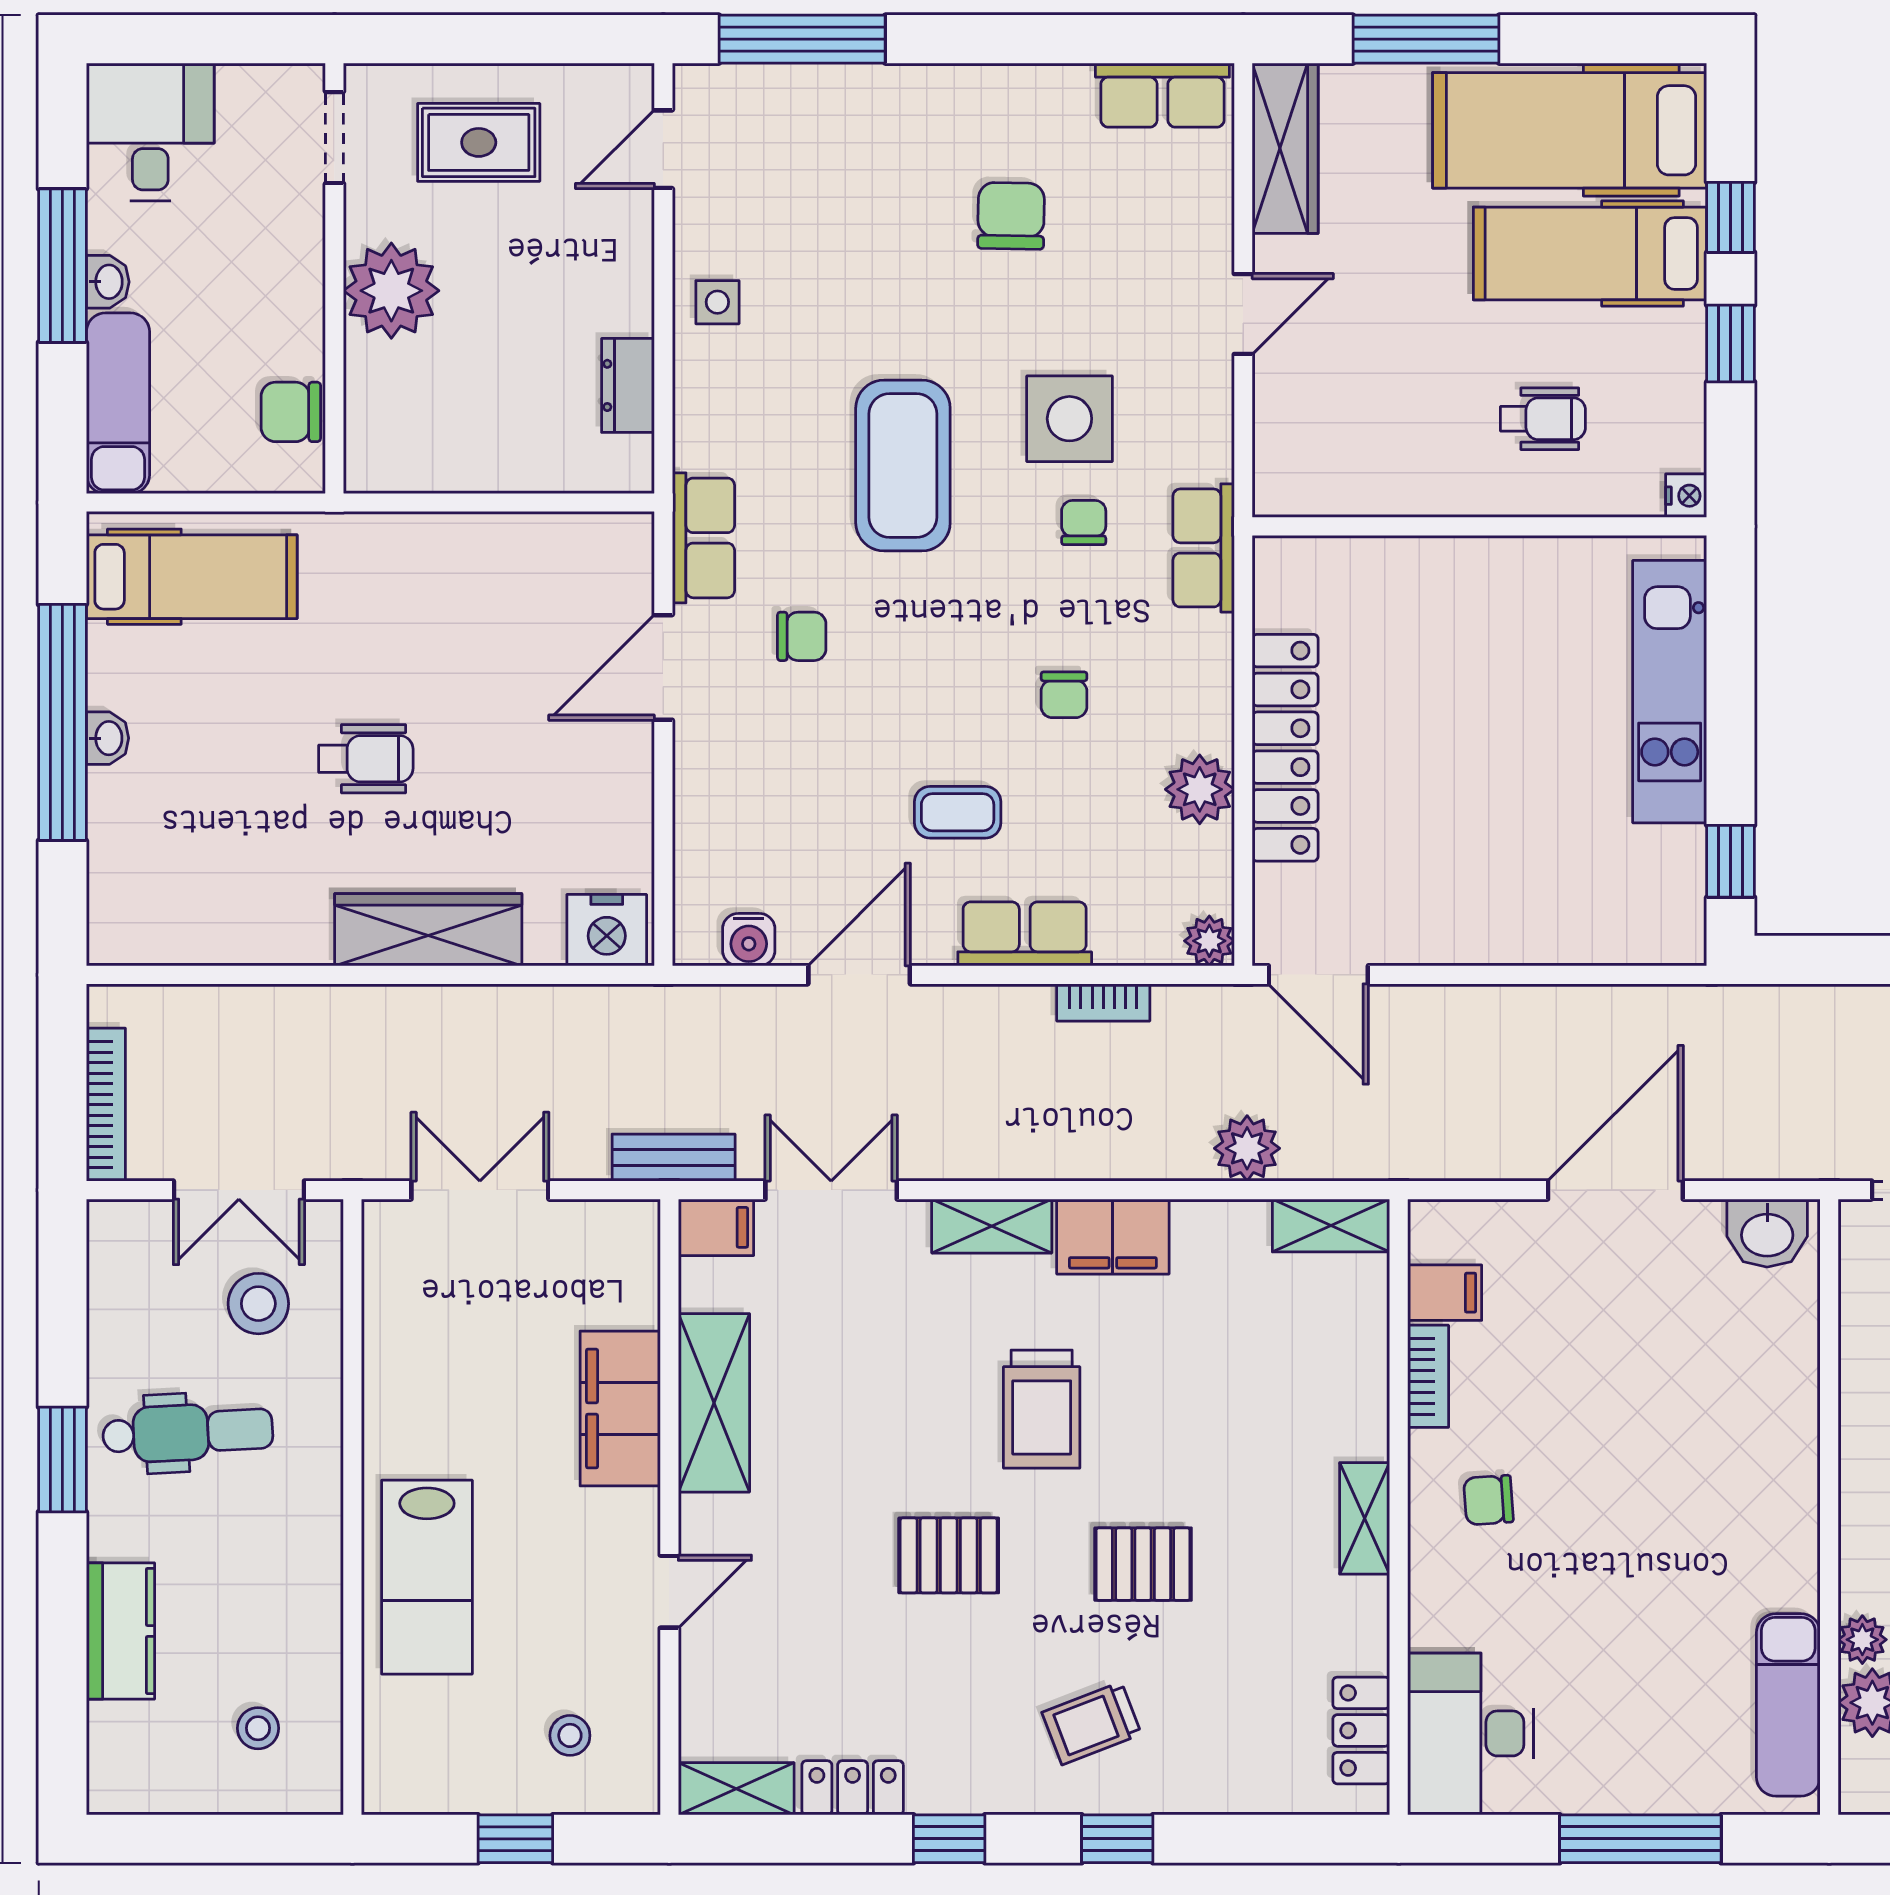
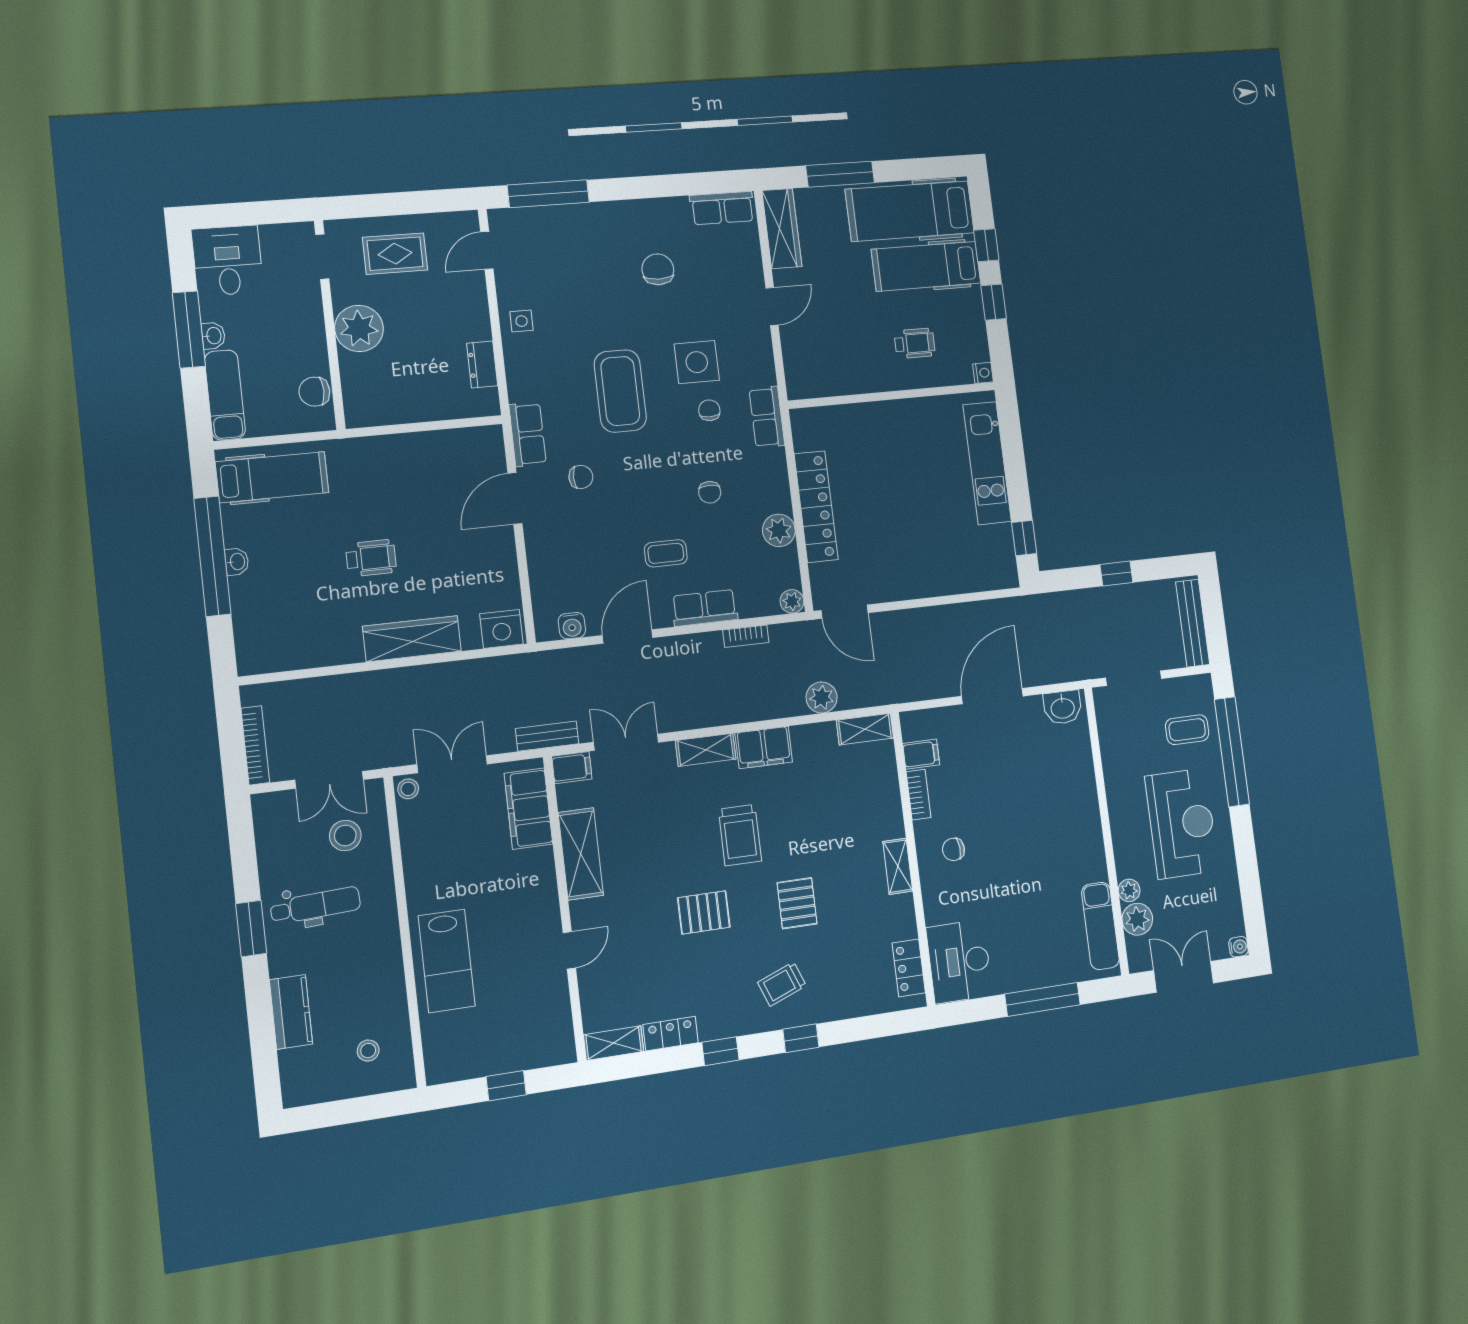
filing cabinet: (620, 1409) -> (528, 809), moved
pallet: (1143, 1564) -> (797, 903), turned 90
stool: (570, 1735) -> (408, 789), moved

